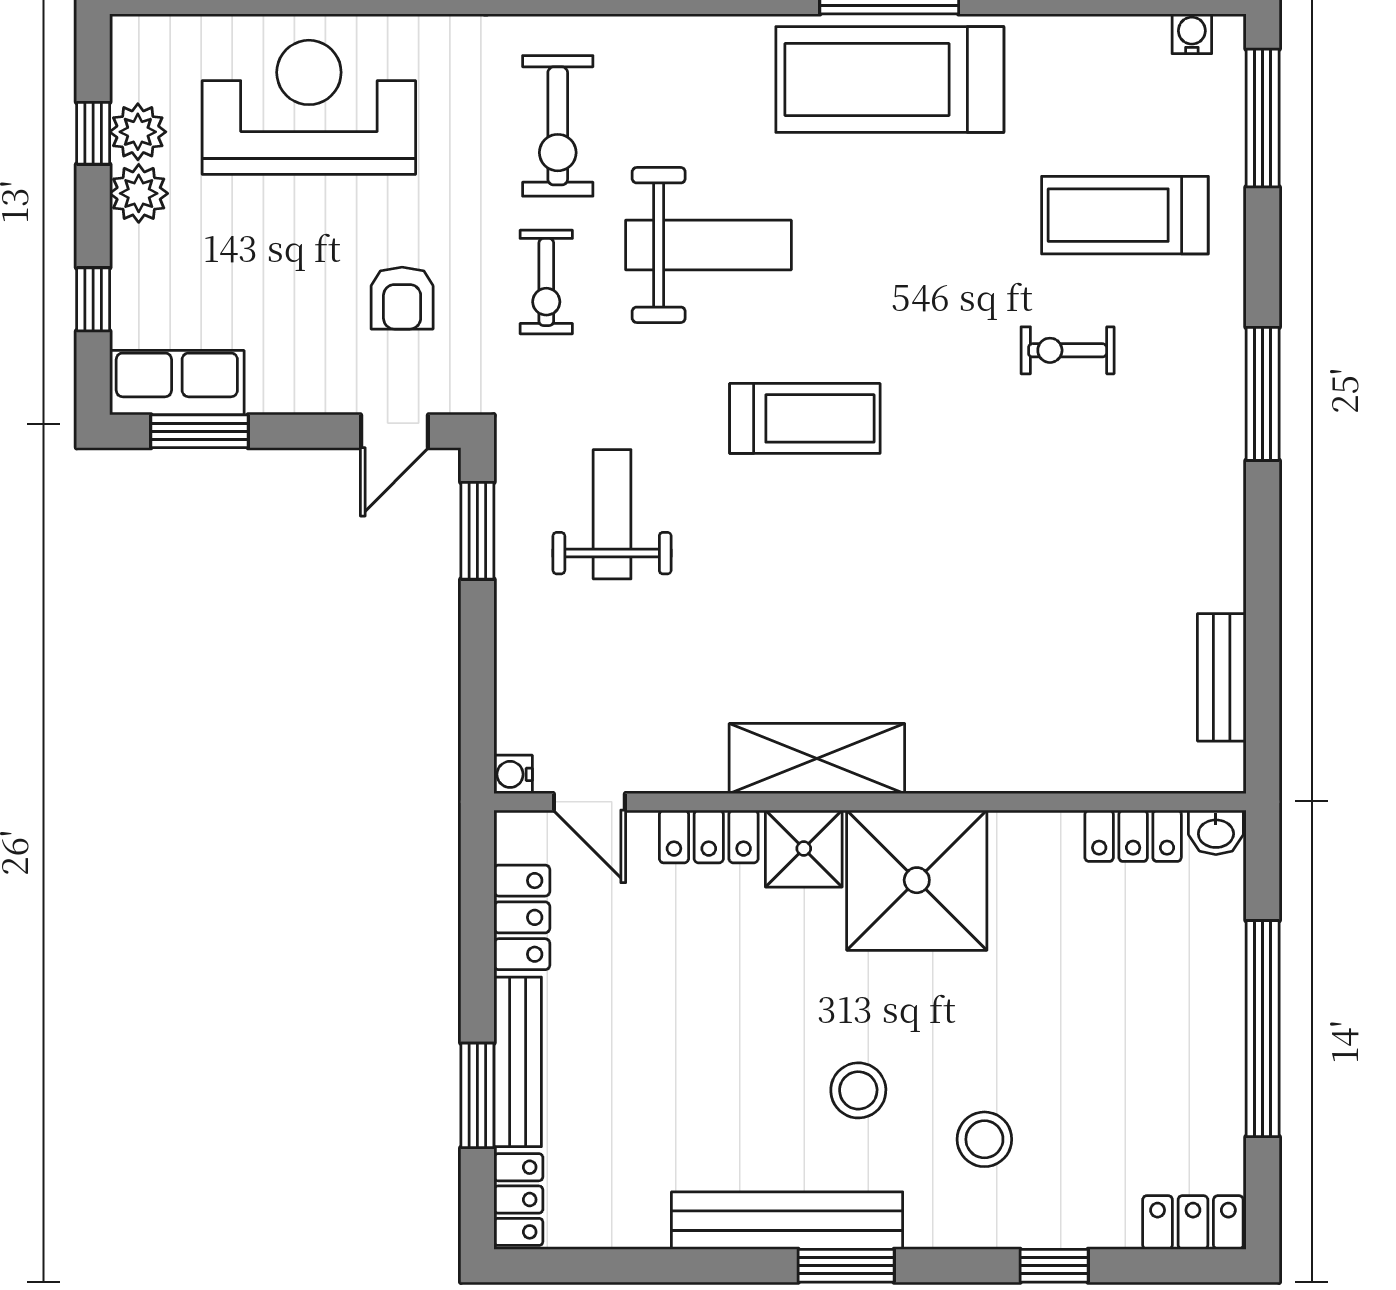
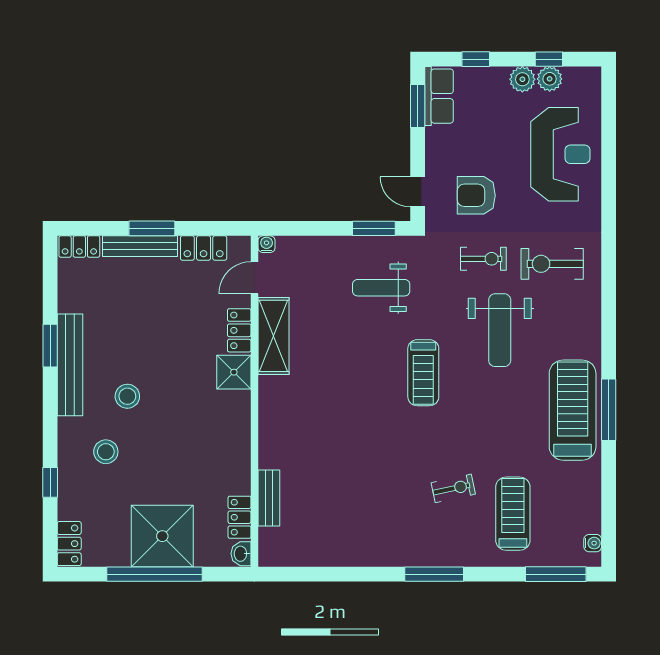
exercise bike: (546, 282) -> (483, 259), turned 180
armchair: (402, 298) -> (476, 195), width x1.38, depth x1.38
exercise bike: (1068, 350) -> (453, 488), turned 78
weight bench: (612, 514) -> (381, 288), turned 180
bench: (1222, 677) -> (269, 498), moved, turned 90
shelving: (817, 759) -> (274, 336), moved
shower: (917, 880) -> (162, 536), moved
window: (477, 1095) -> (152, 228), moved
window: (846, 1266) -> (50, 346), moved

